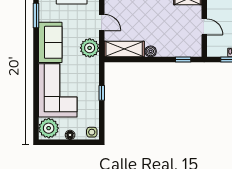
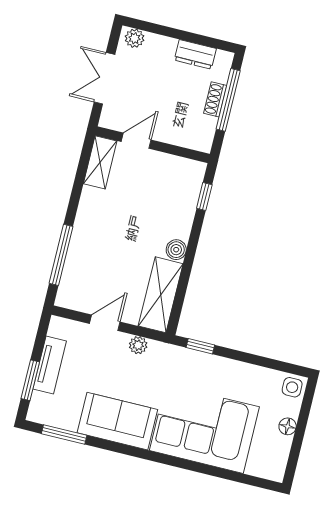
door: (204, 27) -> (136, 141), moved
plant: (90, 48) -> (138, 345), width x0.53, depth x0.53
window: (102, 93) -> (200, 346), moved
plant: (49, 128) -> (267, 461), removed

